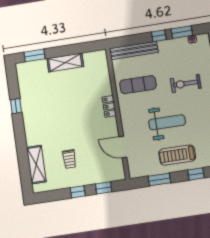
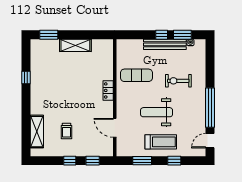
bench: (134, 50) -> (165, 44), moved
weight bench: (167, 122) -> (157, 112), turned 180
treadmill: (177, 155) -> (161, 142), turned 180

